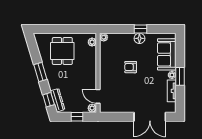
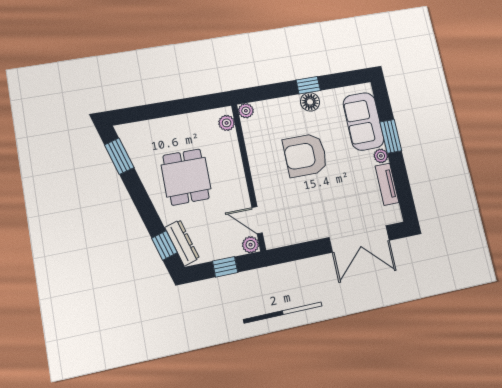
dining table: (62, 51) -> (186, 177), moved
armchair: (131, 67) -> (305, 155), width x1.88, depth x1.88
window: (40, 72) -> (119, 156), moved
window: (180, 76) -> (391, 136), moved

